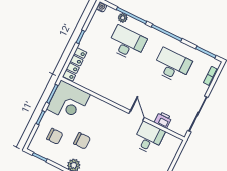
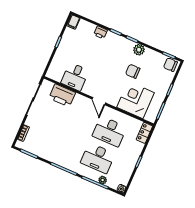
locker: (75, 64) -> (144, 133), width x0.66
desk: (172, 66) -> (109, 131), moved
corner desk: (68, 102) -> (135, 100), moved
door: (137, 115) -> (99, 101), moved
printer: (163, 120) -> (62, 95), width x1.87, depth x1.48
chair: (55, 136) -> (170, 65), moved

